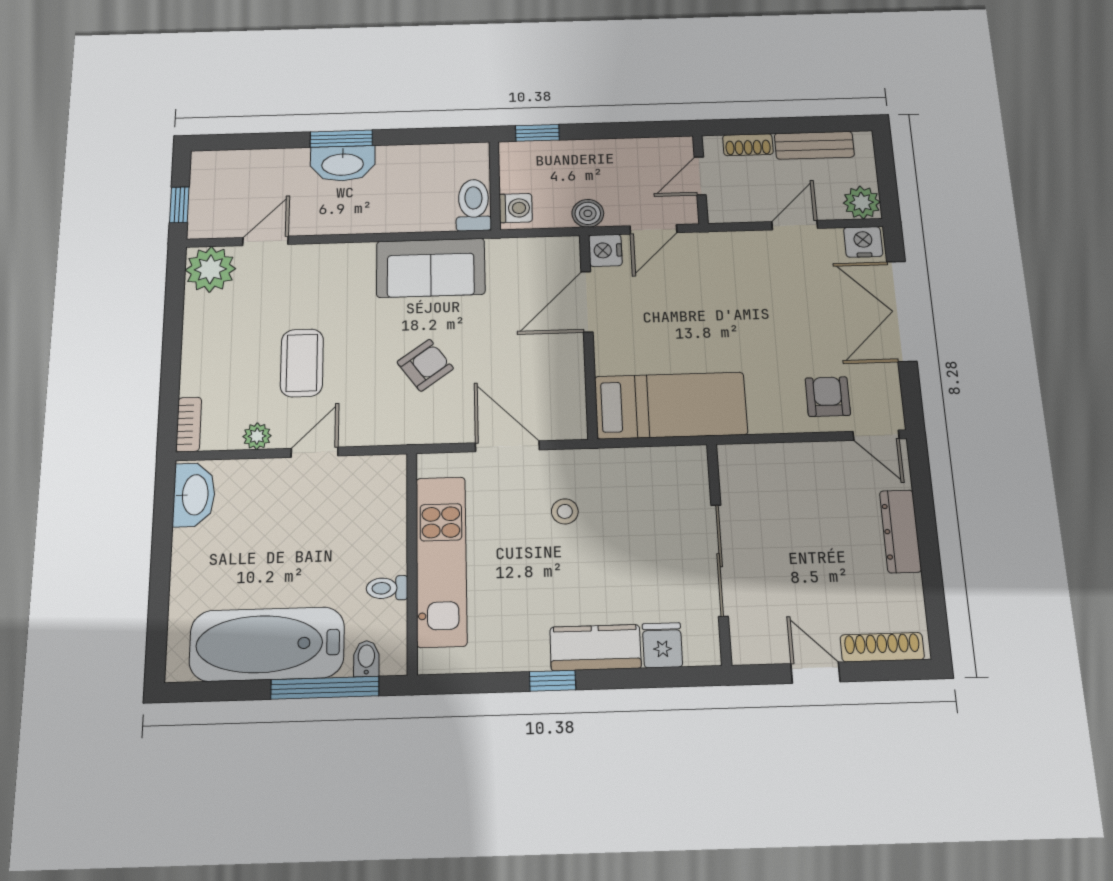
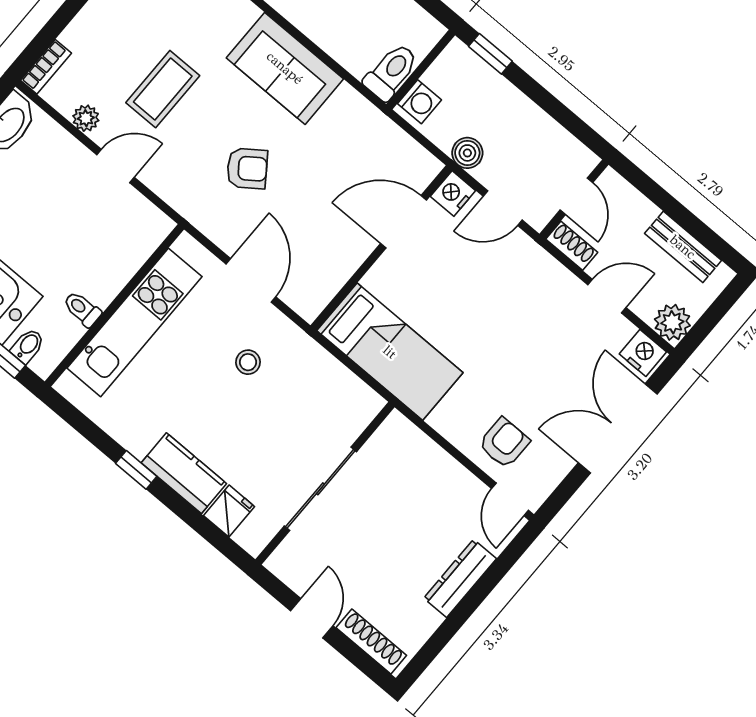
shoe rack: (748, 145) -> (572, 246), moved, turned 180
door: (700, 176) -> (576, 196), swing flipped
sofa: (431, 268) -> (285, 68), moved

